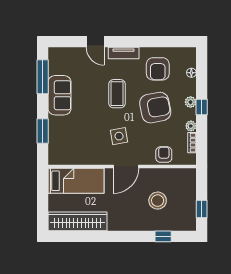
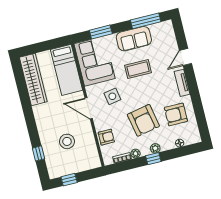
coffee table: (117, 94) -> (138, 69), moved
corner sofa: (74, 146) -> (94, 61), added

